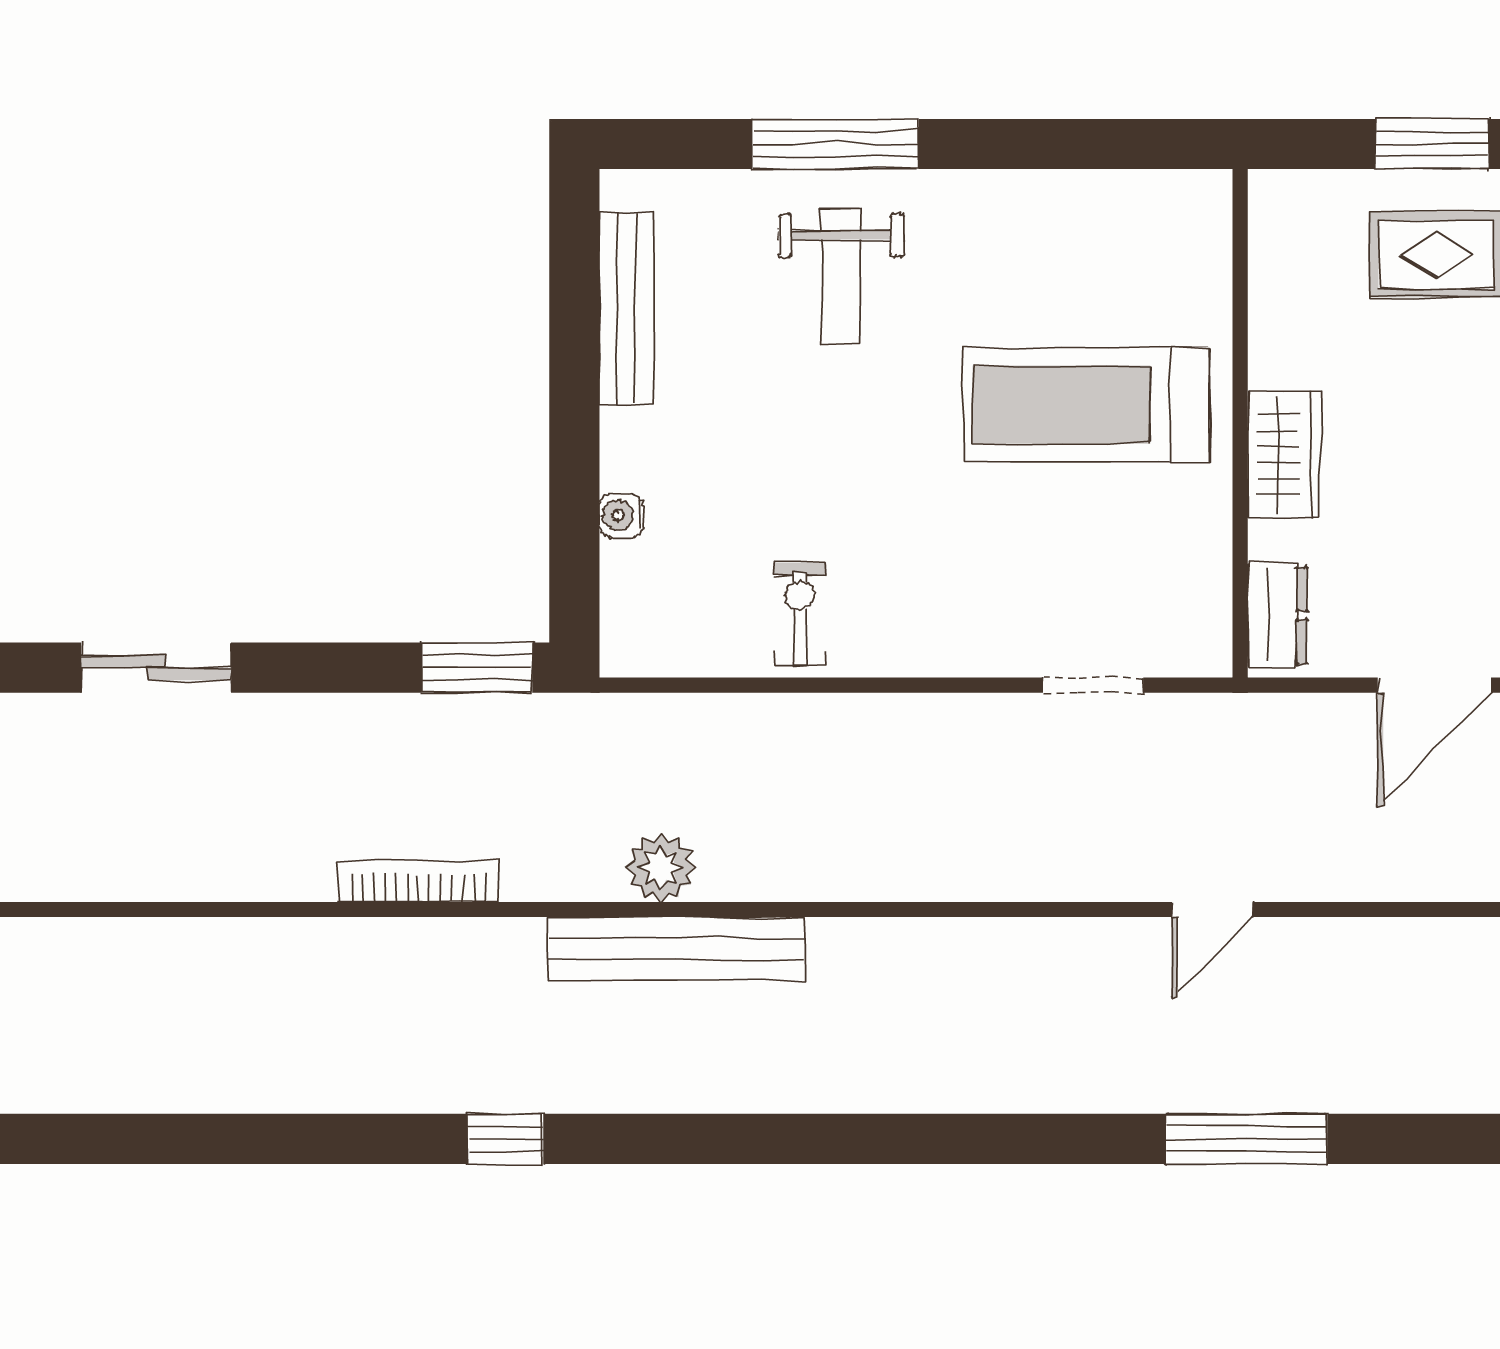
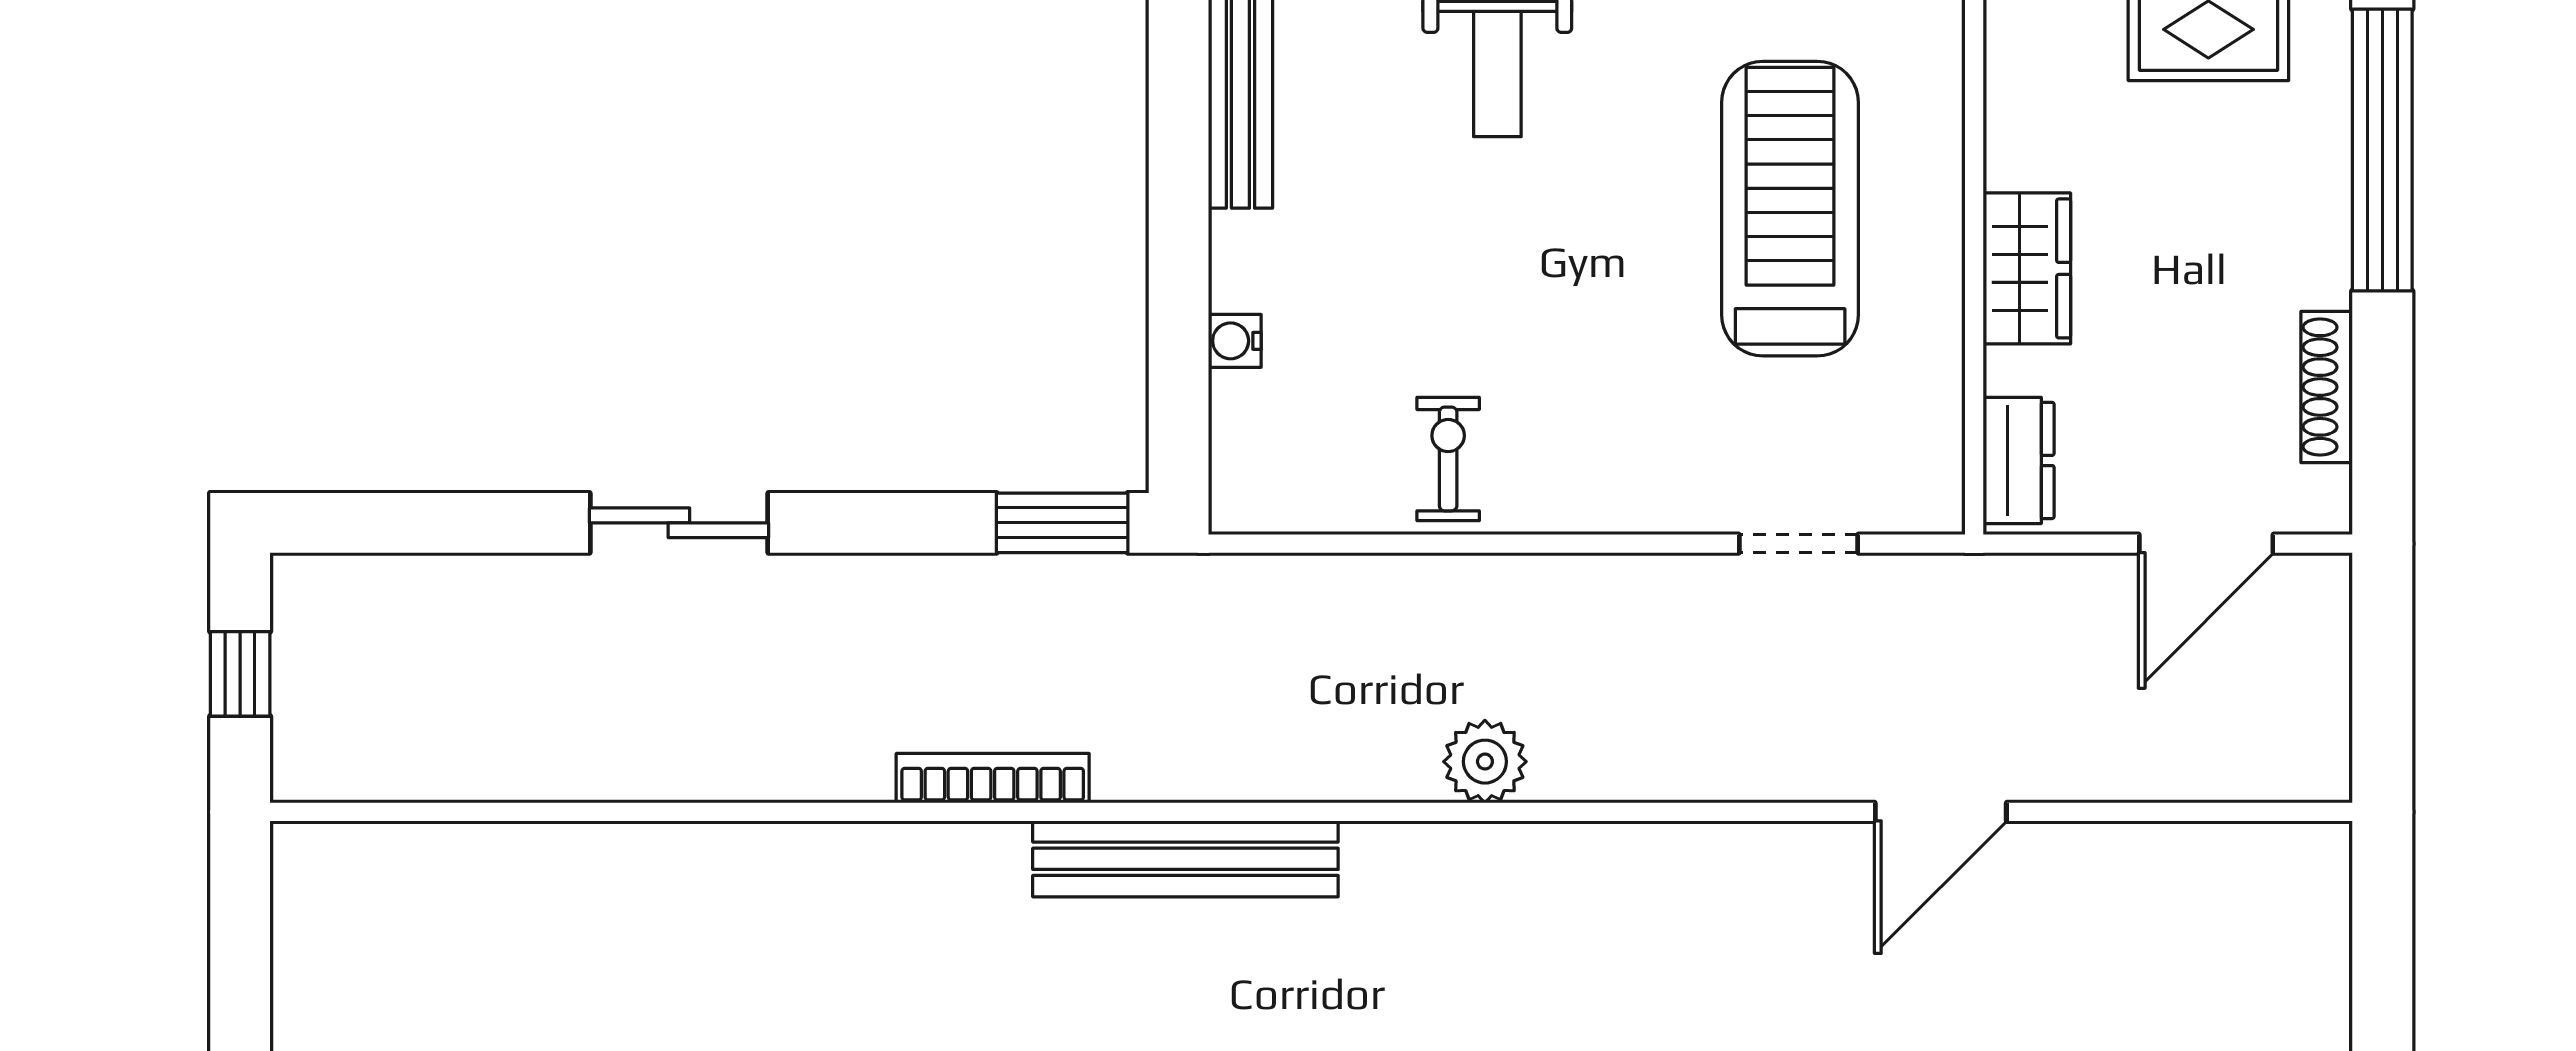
treadmill: (1086, 405) -> (1790, 209), turned 90
plant: (661, 867) -> (1485, 762), moved
door: (1212, 909) -> (1941, 812), width x1.38
bench: (677, 949) -> (1185, 859), moved

